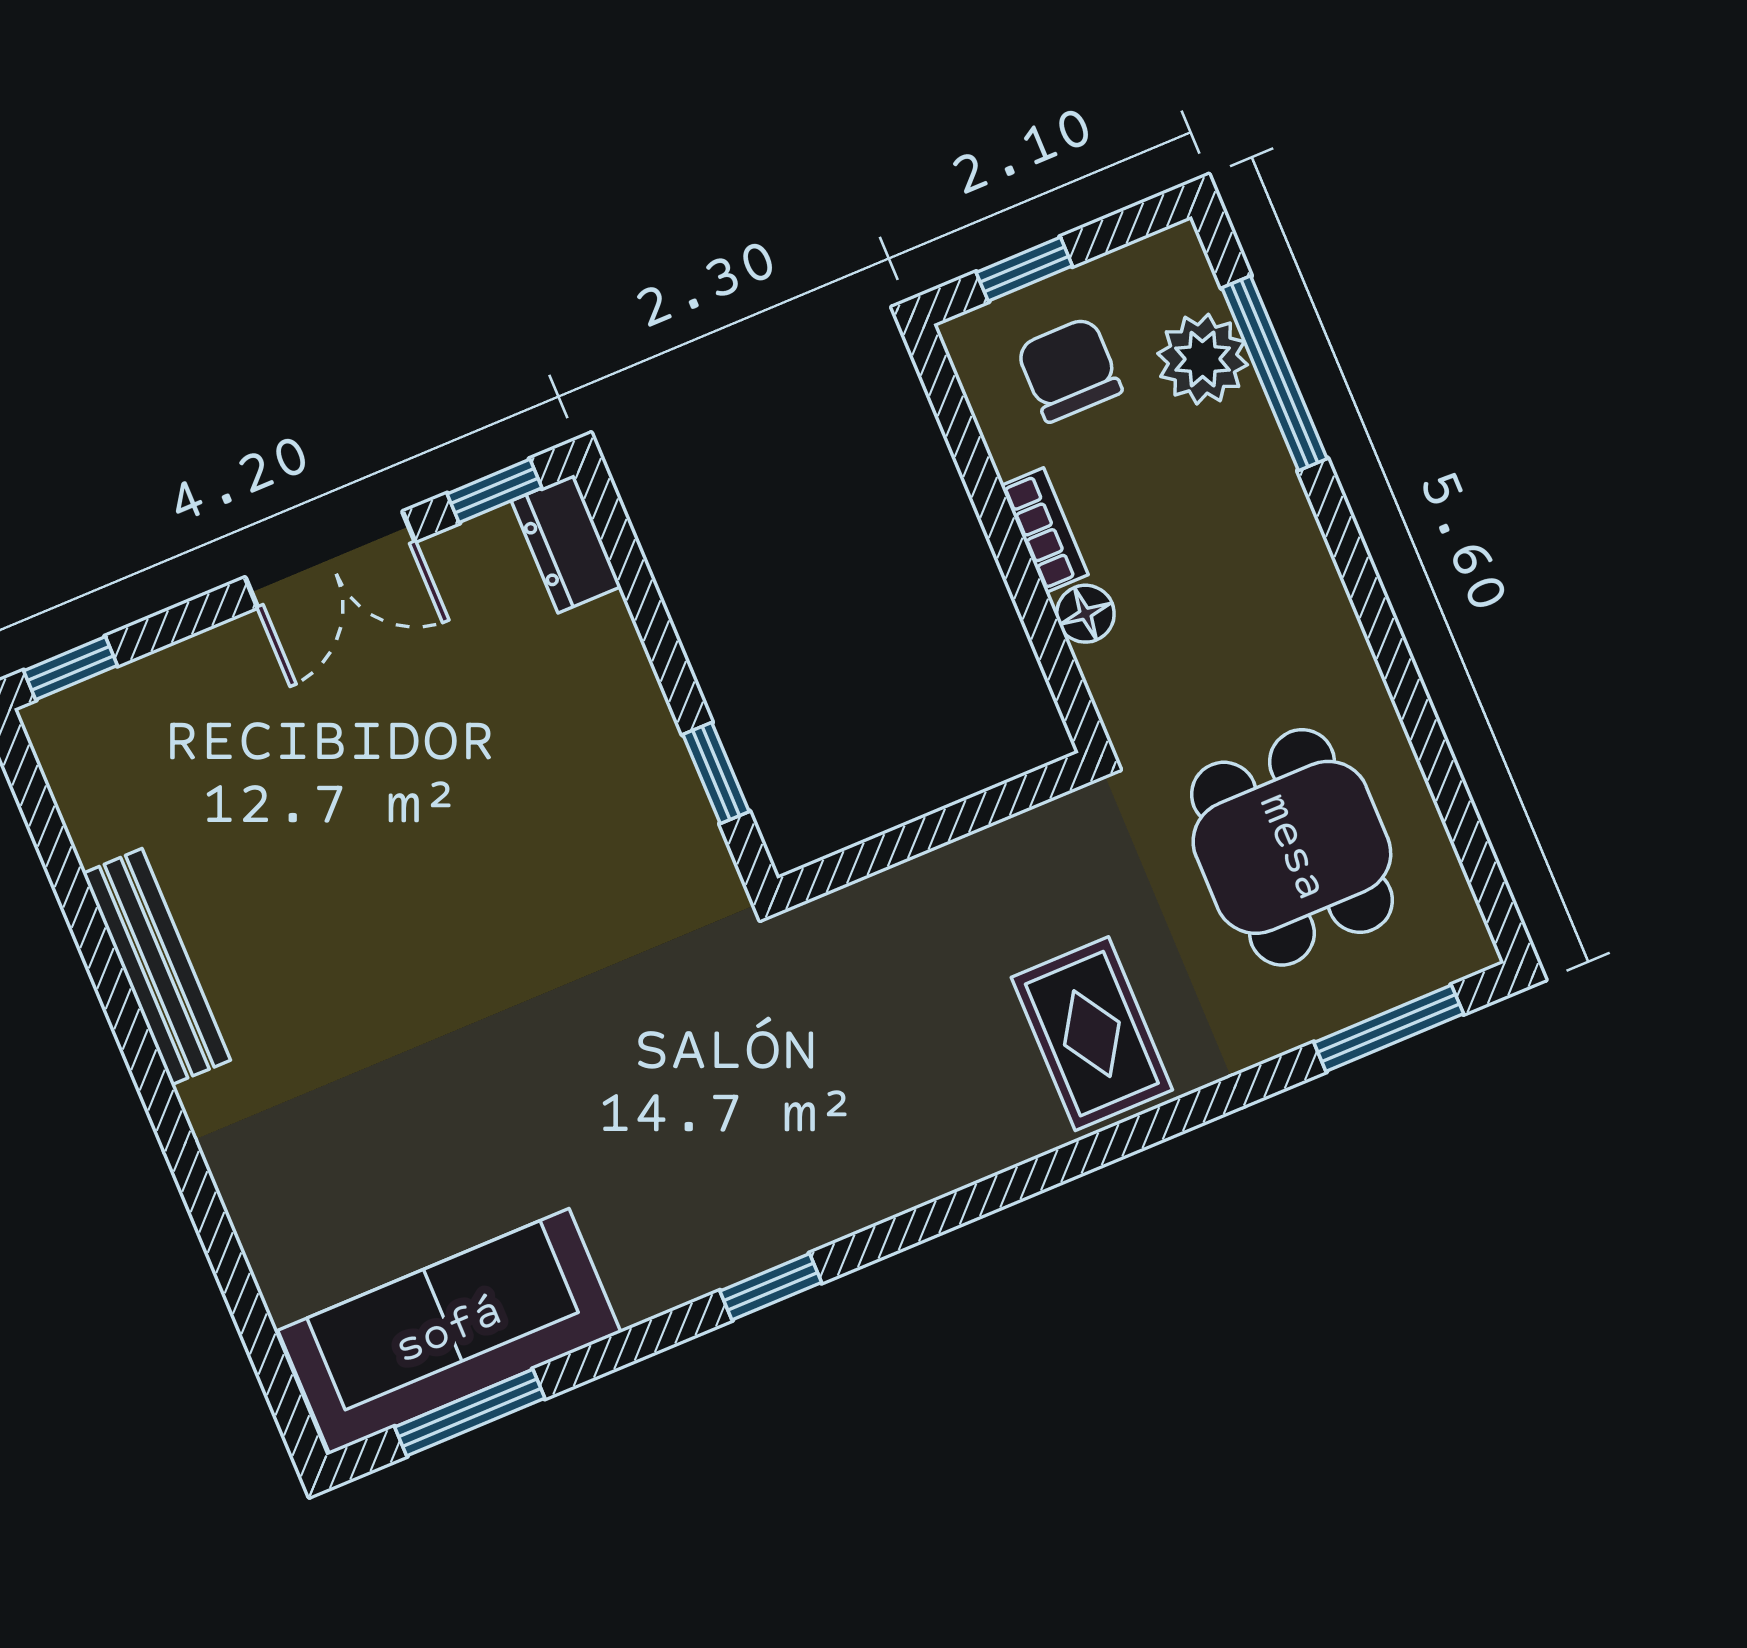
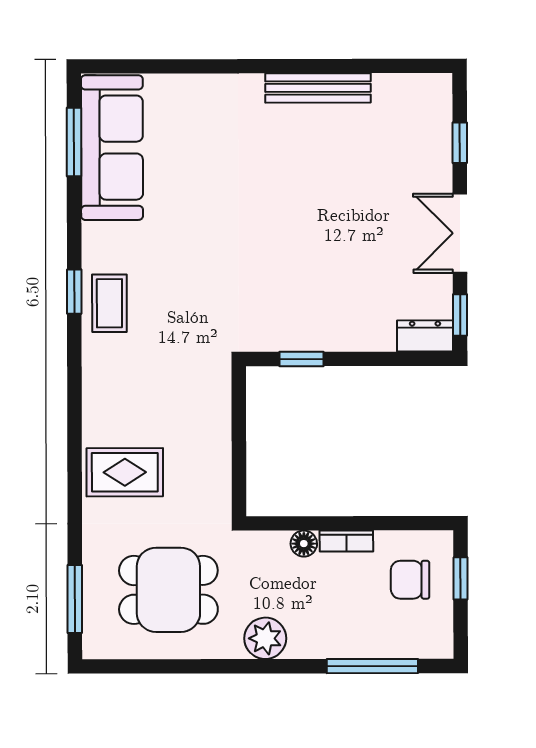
plant: (1203, 359) -> (265, 638), moved
chair: (1069, 370) -> (410, 580), turned 180
window: (70, 668) -> (460, 143), moved
coffee table: (765, 1206) -> (109, 303), added

